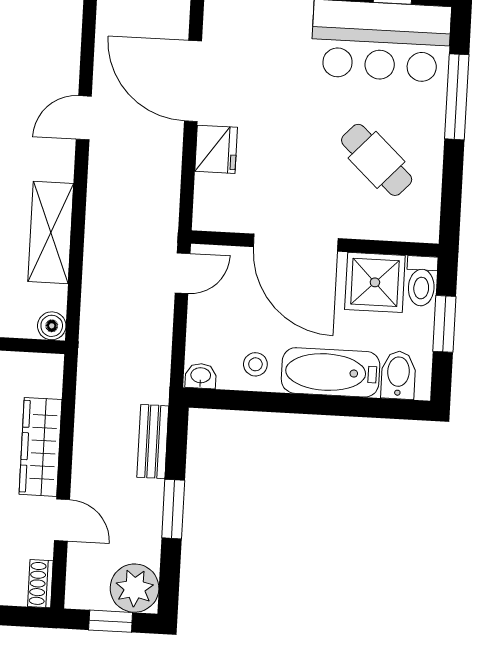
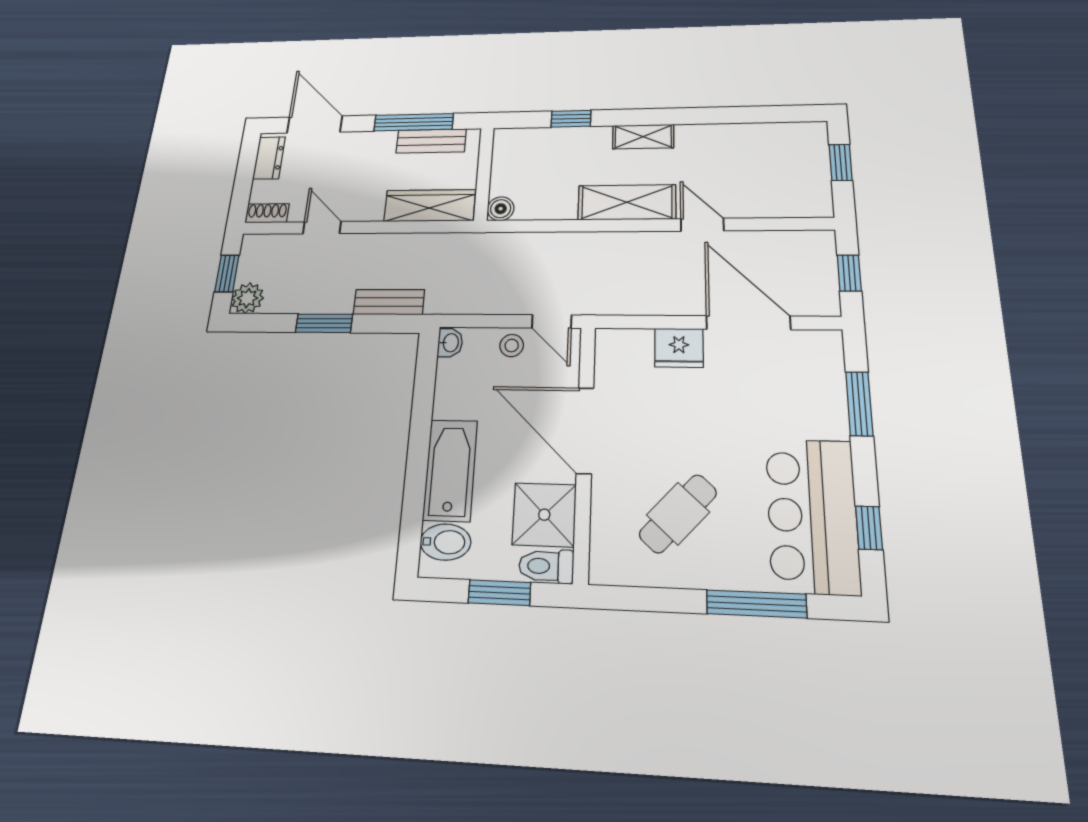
door: (193, 81) -> (748, 323), hinge flipped
shelving: (51, 232) -> (627, 202), moved
door: (296, 243) -> (585, 430), hinge flipped
stool: (255, 364) -> (512, 346), moved
wardrobe: (40, 447) -> (430, 206), moved
door: (62, 520) -> (322, 228), swing flipped
plant: (135, 588) -> (247, 298), width x0.73, depth x0.73

